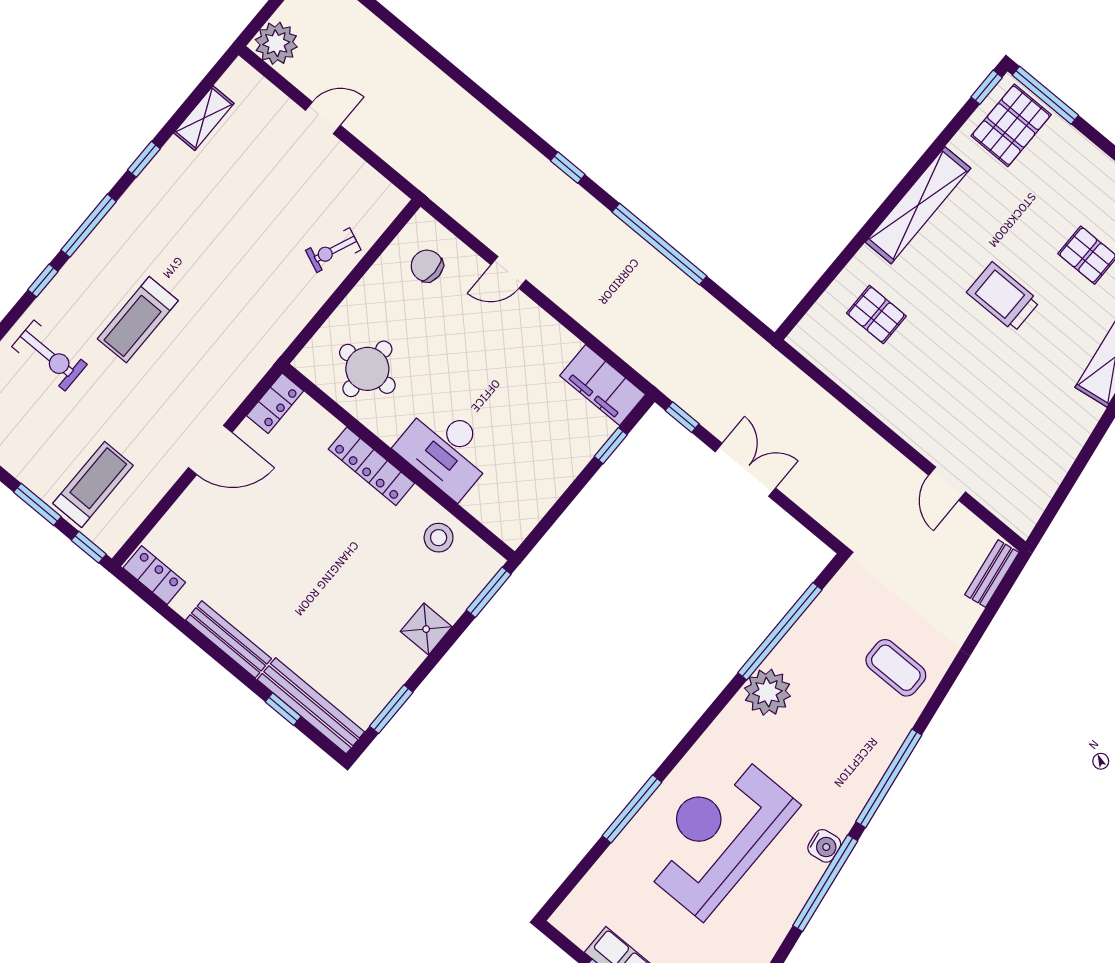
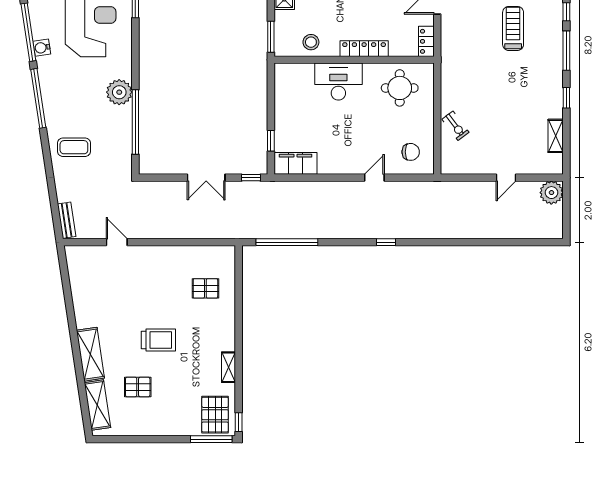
shelving: (918, 205) -> (228, 367), width x0.45, depth x0.75
window: (659, 244) -> (287, 242), moved
exercise bike: (333, 250) -> (455, 126), turned 120

